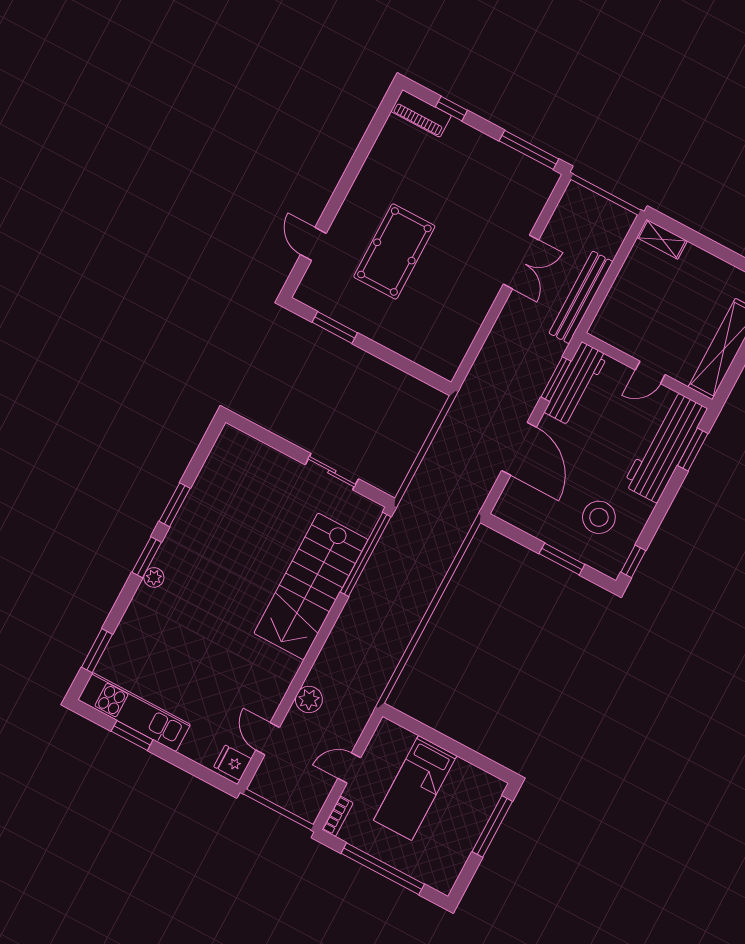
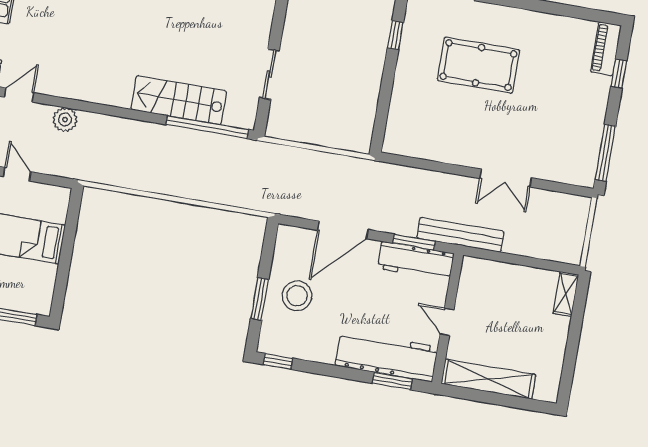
bench: (581, 297) -> (460, 235), moved
window: (335, 327) -> (395, 35), width x0.67
stool: (599, 517) -> (297, 296), moved
stairs: (311, 586) -> (179, 100), width x0.73, depth x0.66

